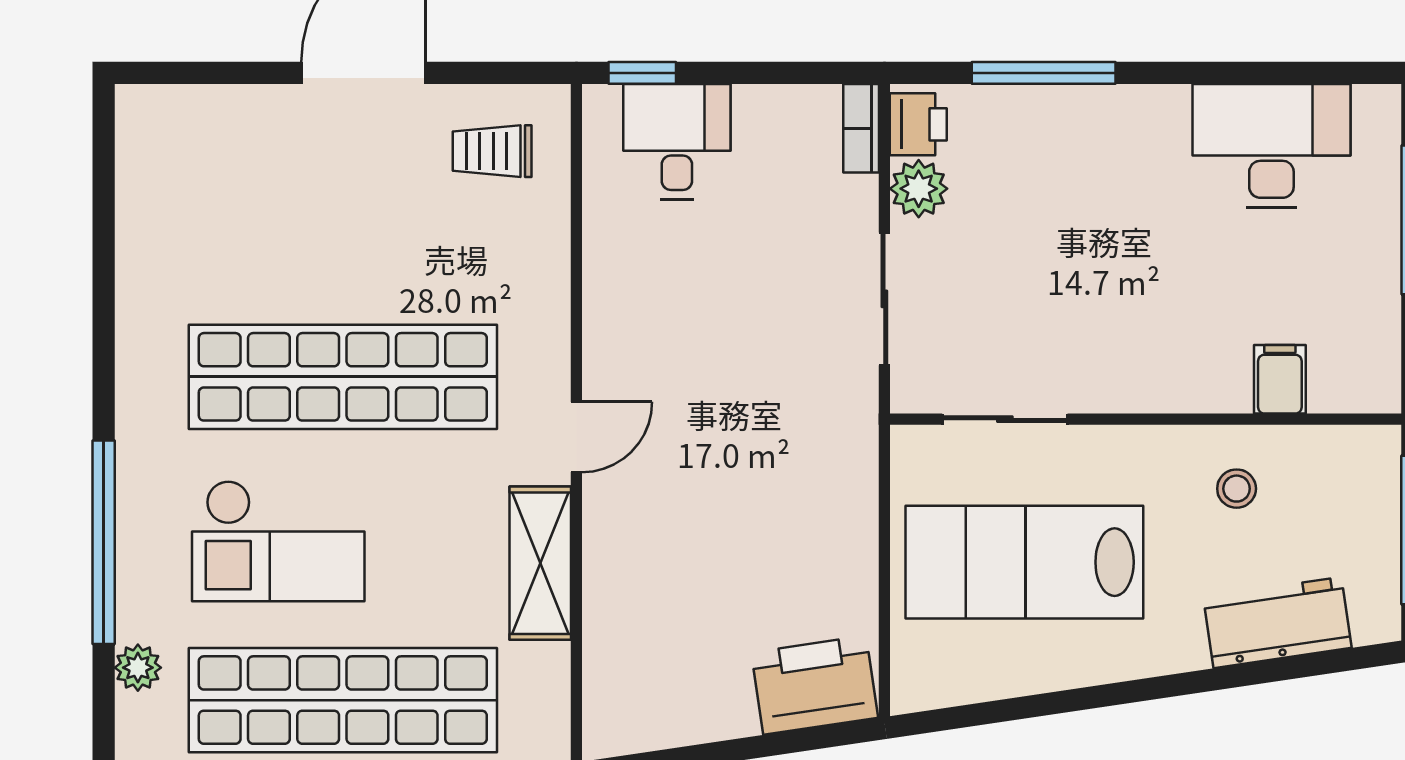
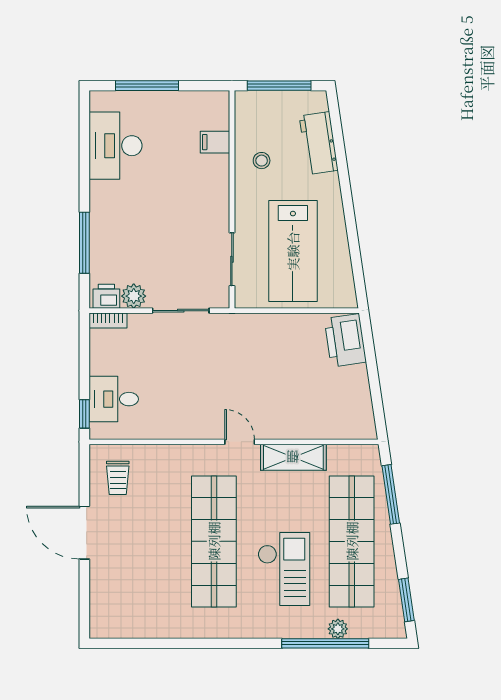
window: (104, 542) -> (325, 643), moved

